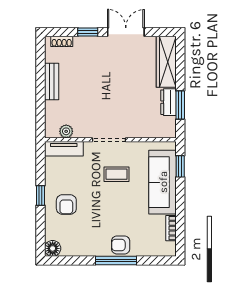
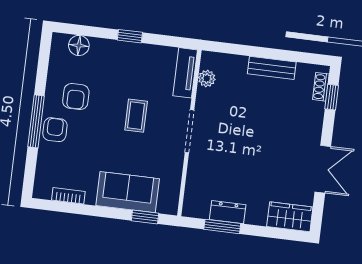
window: (88, 32) -> (332, 97), moved
wardrobe: (166, 62) -> (290, 217), width x0.67
coffee table: (116, 174) -> (136, 116), moved
sofa: (163, 182) -> (128, 192), width x0.73
armchair: (66, 204) -> (76, 97), moved, turned -90
floor lamp: (53, 248) -> (79, 45), moved

